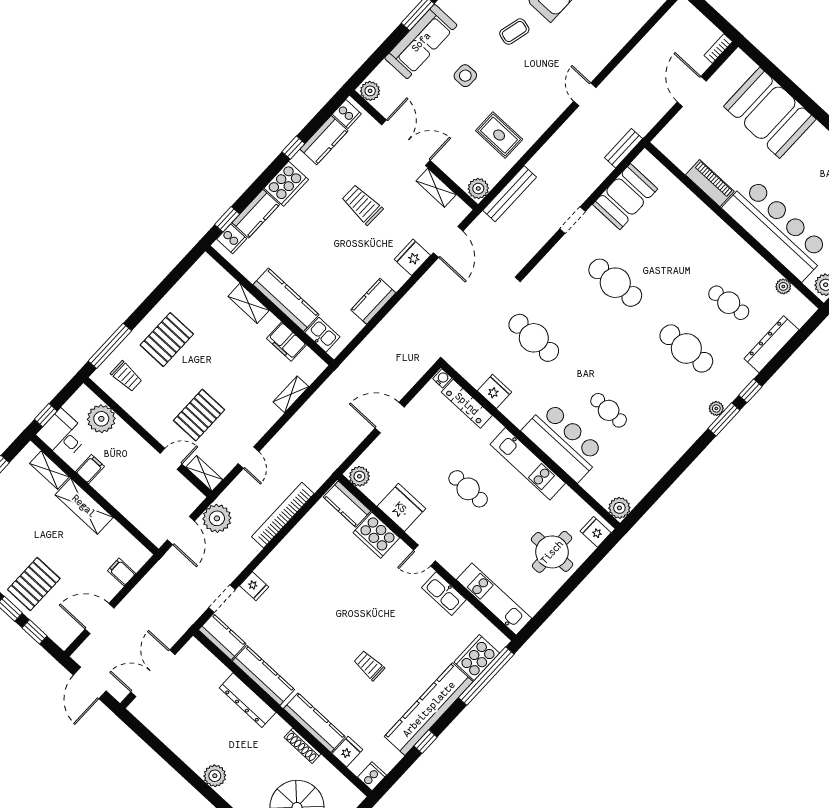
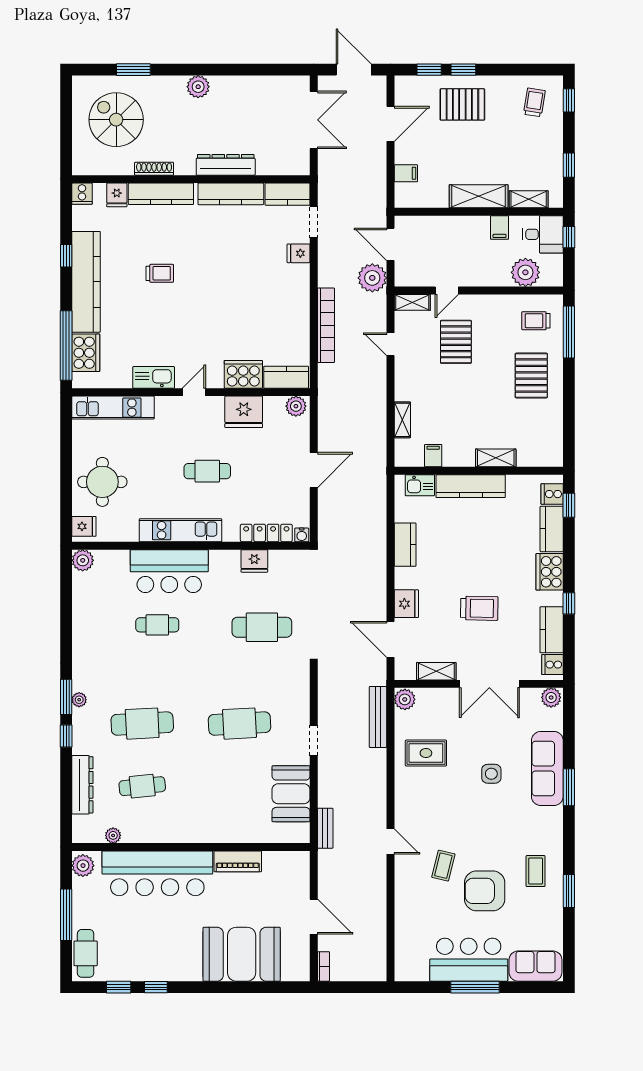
coffee table: (514, 32) -> (443, 866), moved
filing cabinet: (286, 342) -> (433, 456), width x0.50
pallet: (34, 584) -> (462, 104), turned 90

